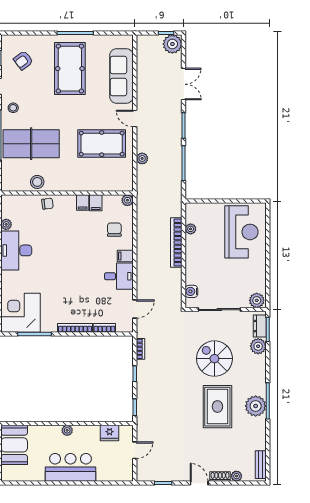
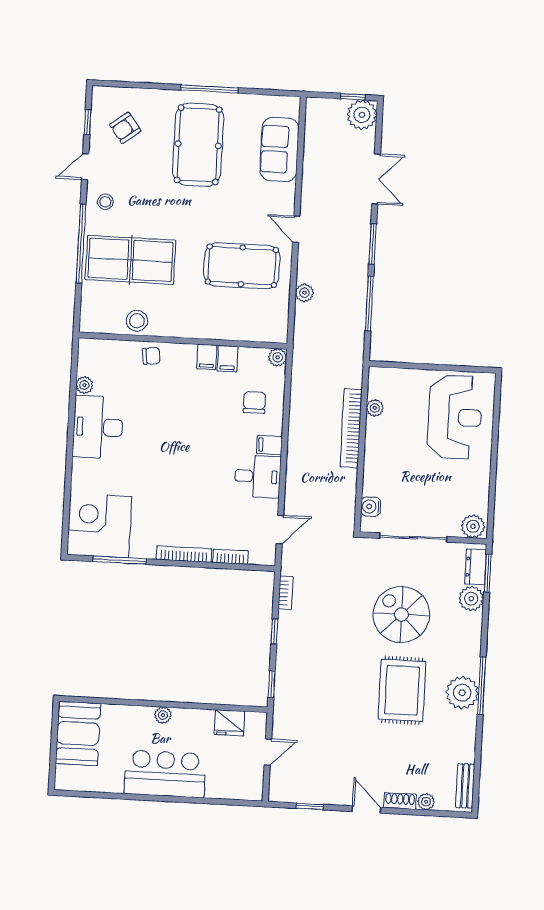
sofa: (121, 76) -> (279, 149), width x0.73

